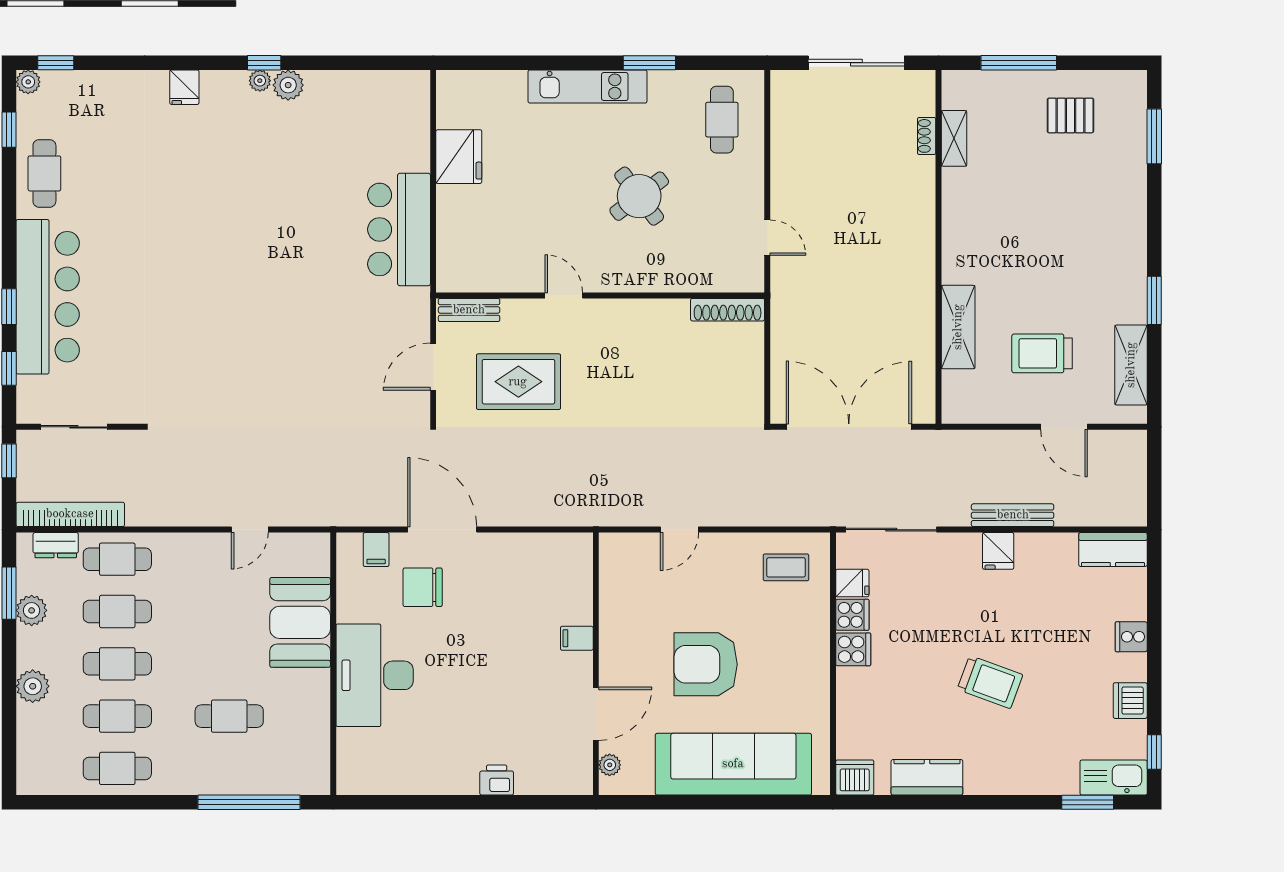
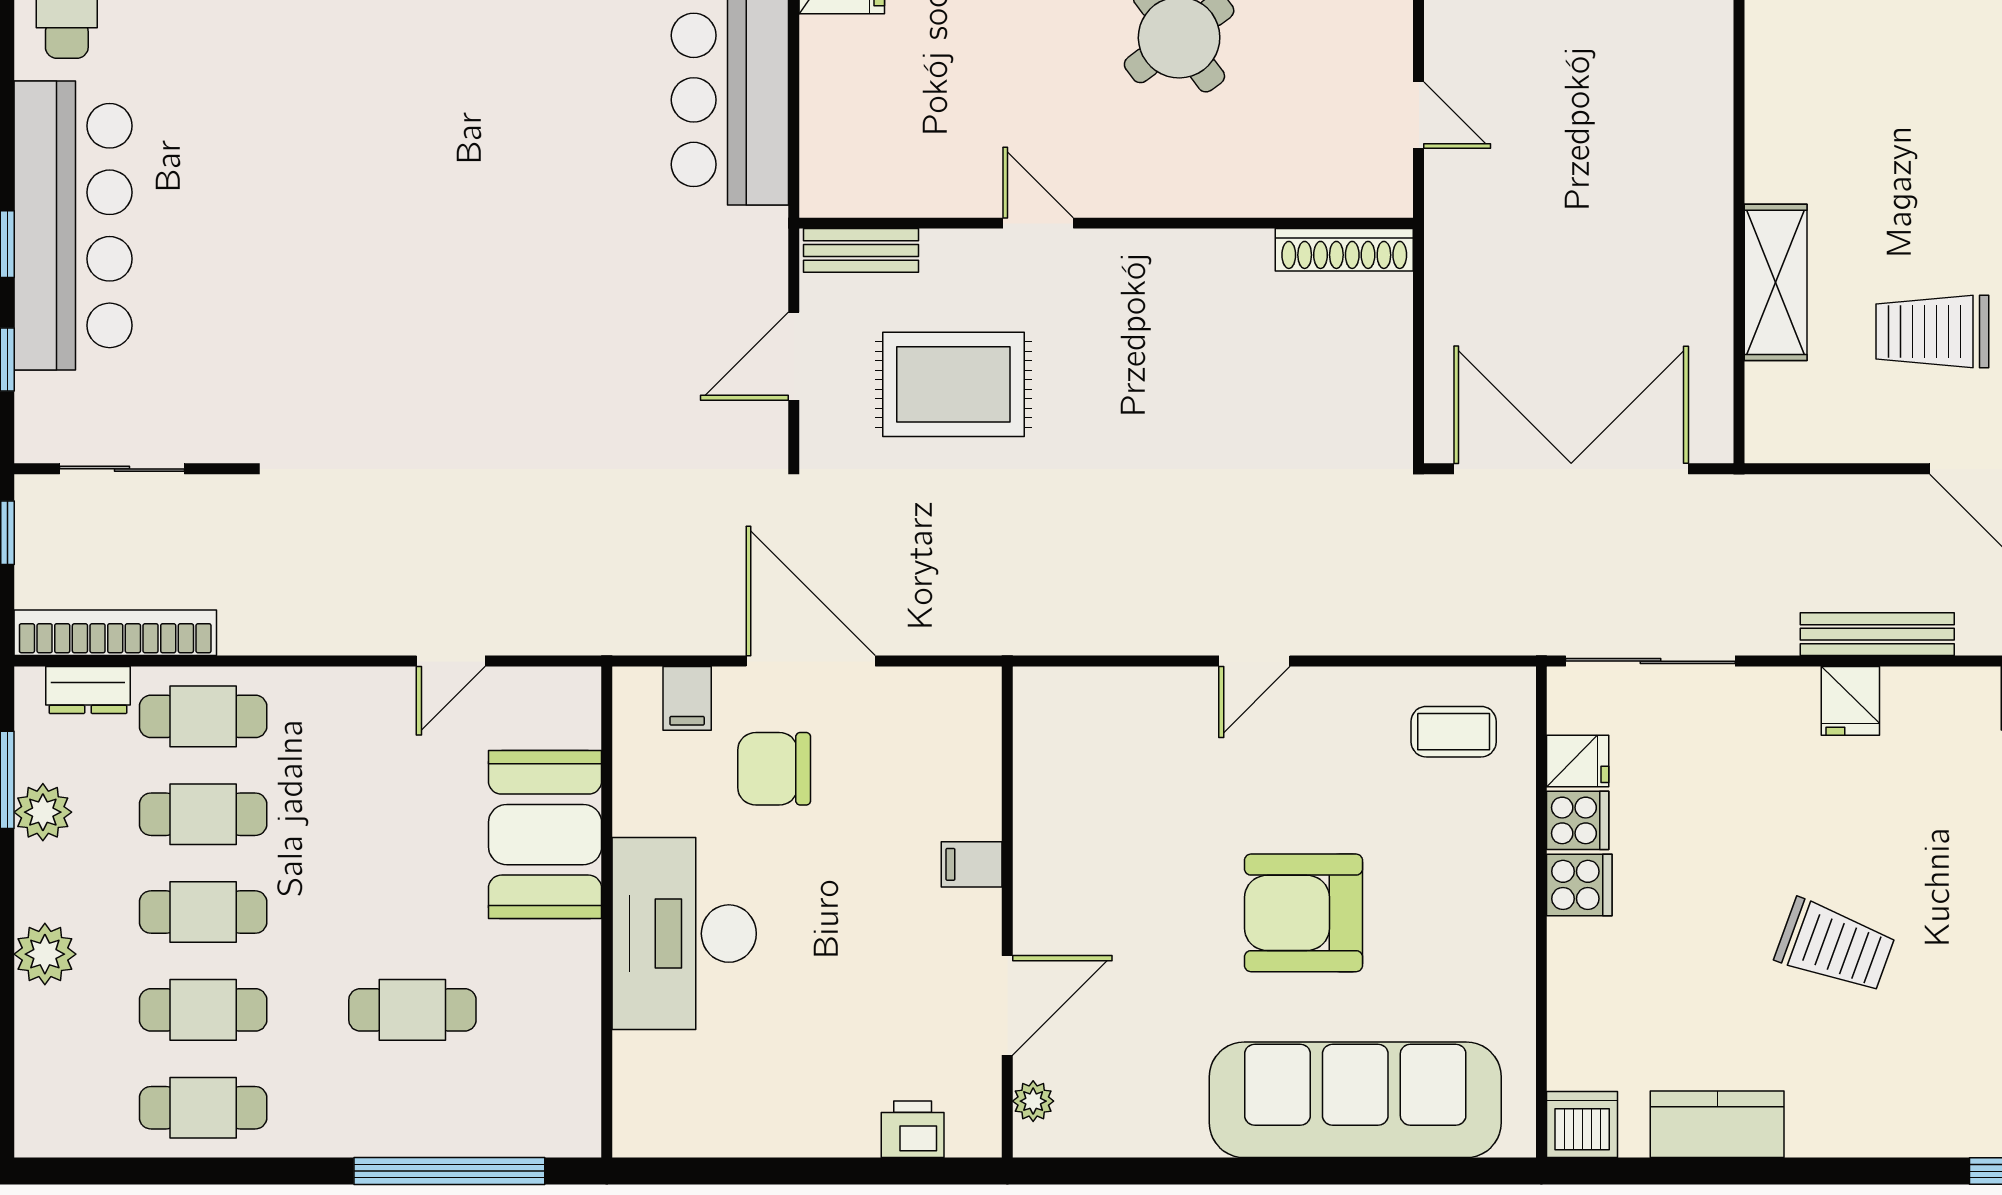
filing cabinet: (577, 638) -> (972, 864), moved
wall: (596, 664) -> (1007, 912), moved
door: (596, 714) -> (1007, 1005), moved
plant: (610, 765) -> (1033, 1101), moved

